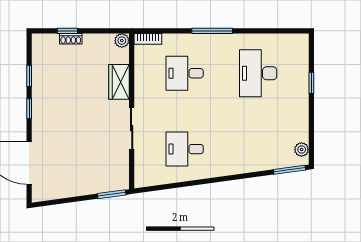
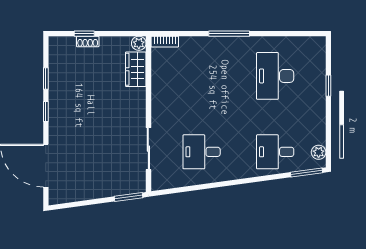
desk: (185, 73) -> (275, 152), moved
wardrobe: (119, 82) -> (136, 69), moved
sliding door: (132, 128) -> (148, 149), moved

